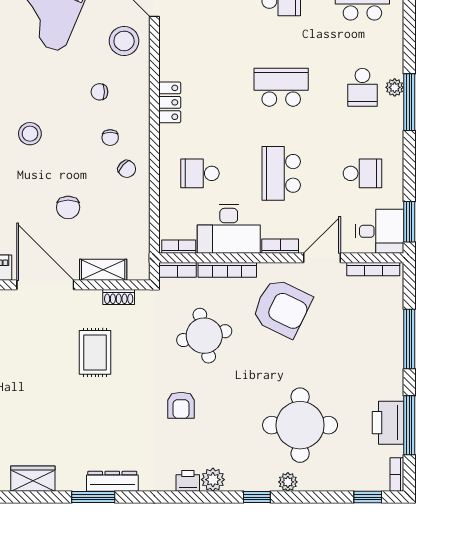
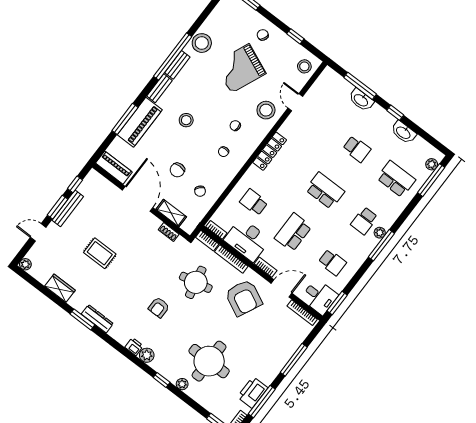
locker: (170, 102) -> (270, 151), width x1.53
chair: (127, 169) -> (200, 191), moved
rug: (95, 352) -> (100, 253), moved, turned 90

